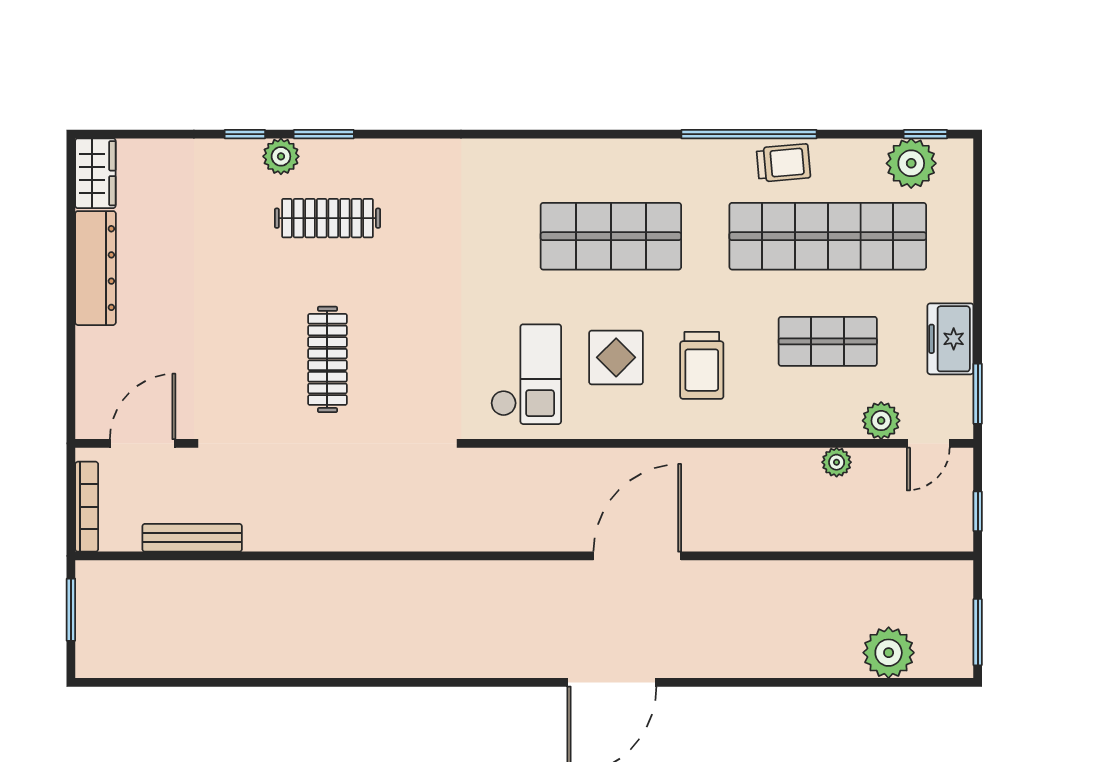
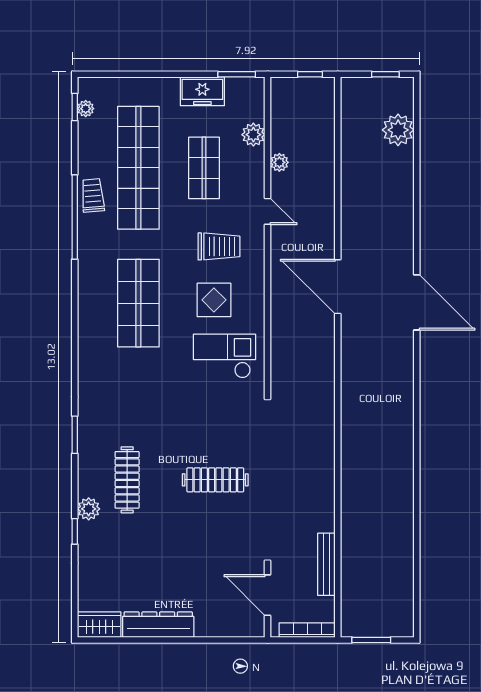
window: (324, 134) -> (75, 435), moved
plant: (911, 163) -> (86, 109), width x0.53, depth x0.53
door: (928, 443) -> (268, 211), moved
window: (978, 632) -> (385, 74), width x0.67

